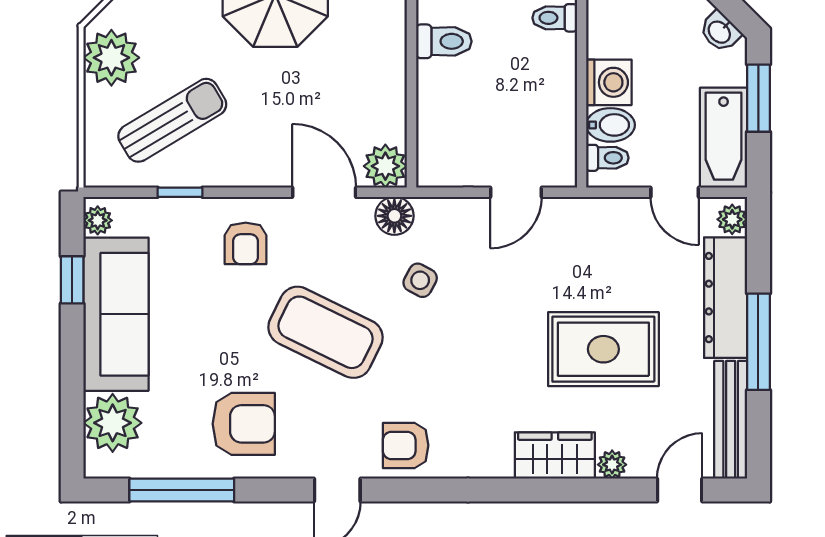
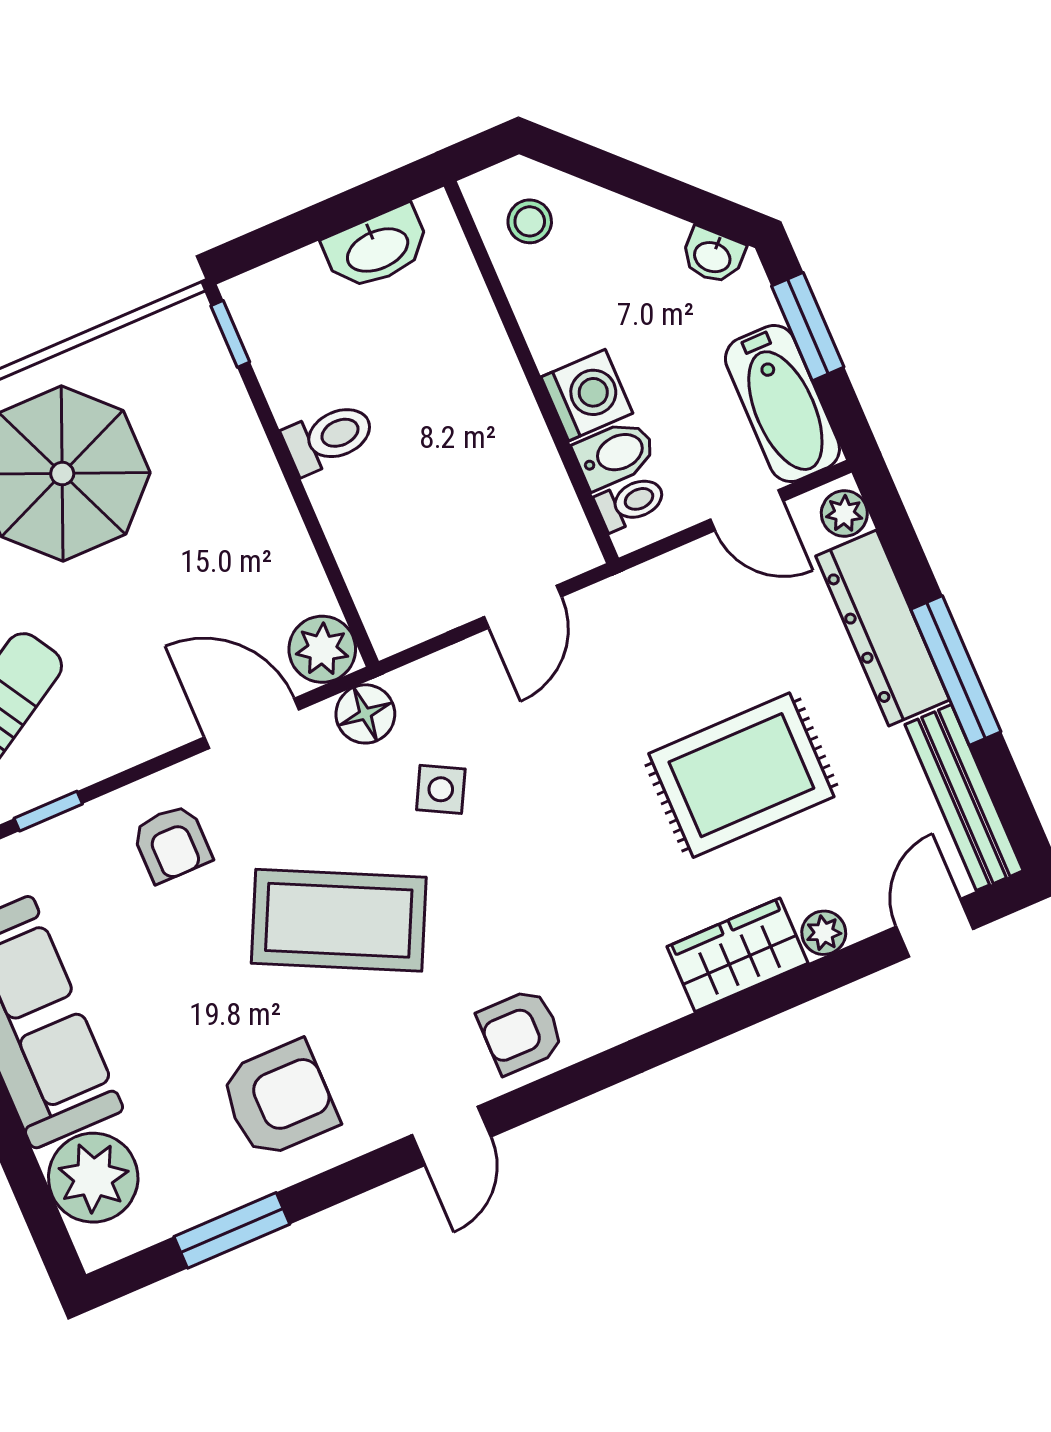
toilet: (555, 18) -> (471, 337), removed
window: (182, 490) -> (232, 1230), width x0.69

